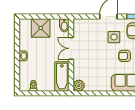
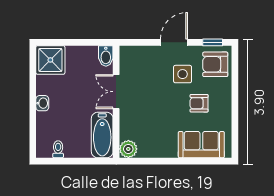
shower: (41, 28) -> (50, 60), moved

